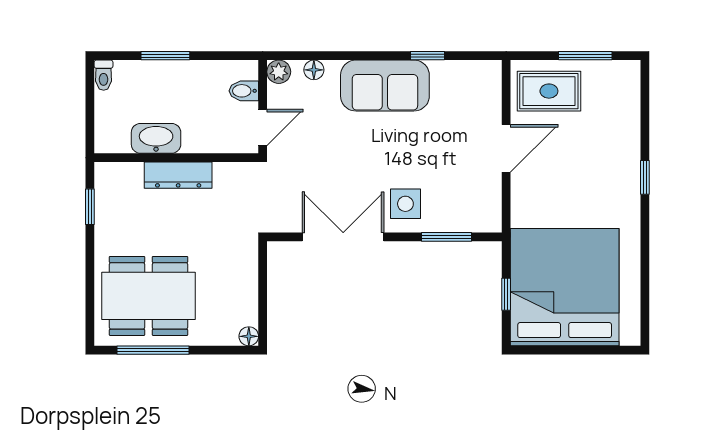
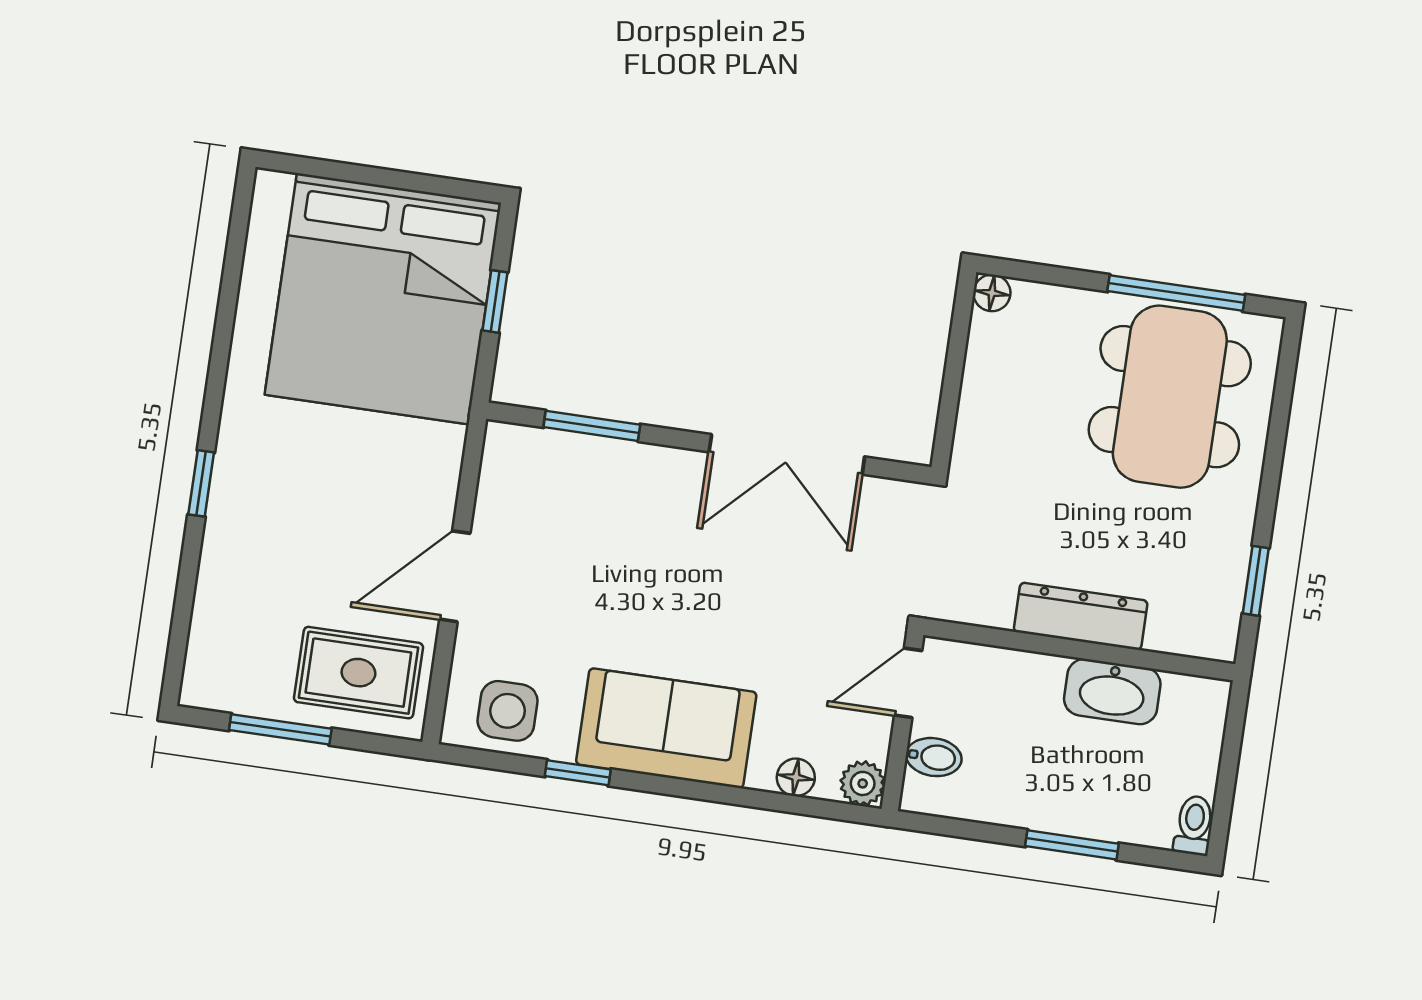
side table: (405, 204) -> (508, 711), moved
dining table: (149, 296) -> (1170, 397), turned 90

